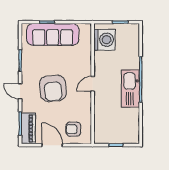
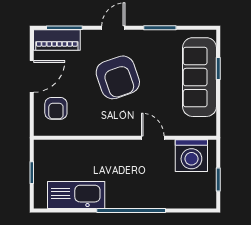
door: (93, 84) -> (153, 138), moved
armchair: (53, 88) -> (118, 77), turned -104
kitchen sink: (130, 88) -> (76, 195), moved
armchair: (73, 129) -> (56, 108), turned 180

